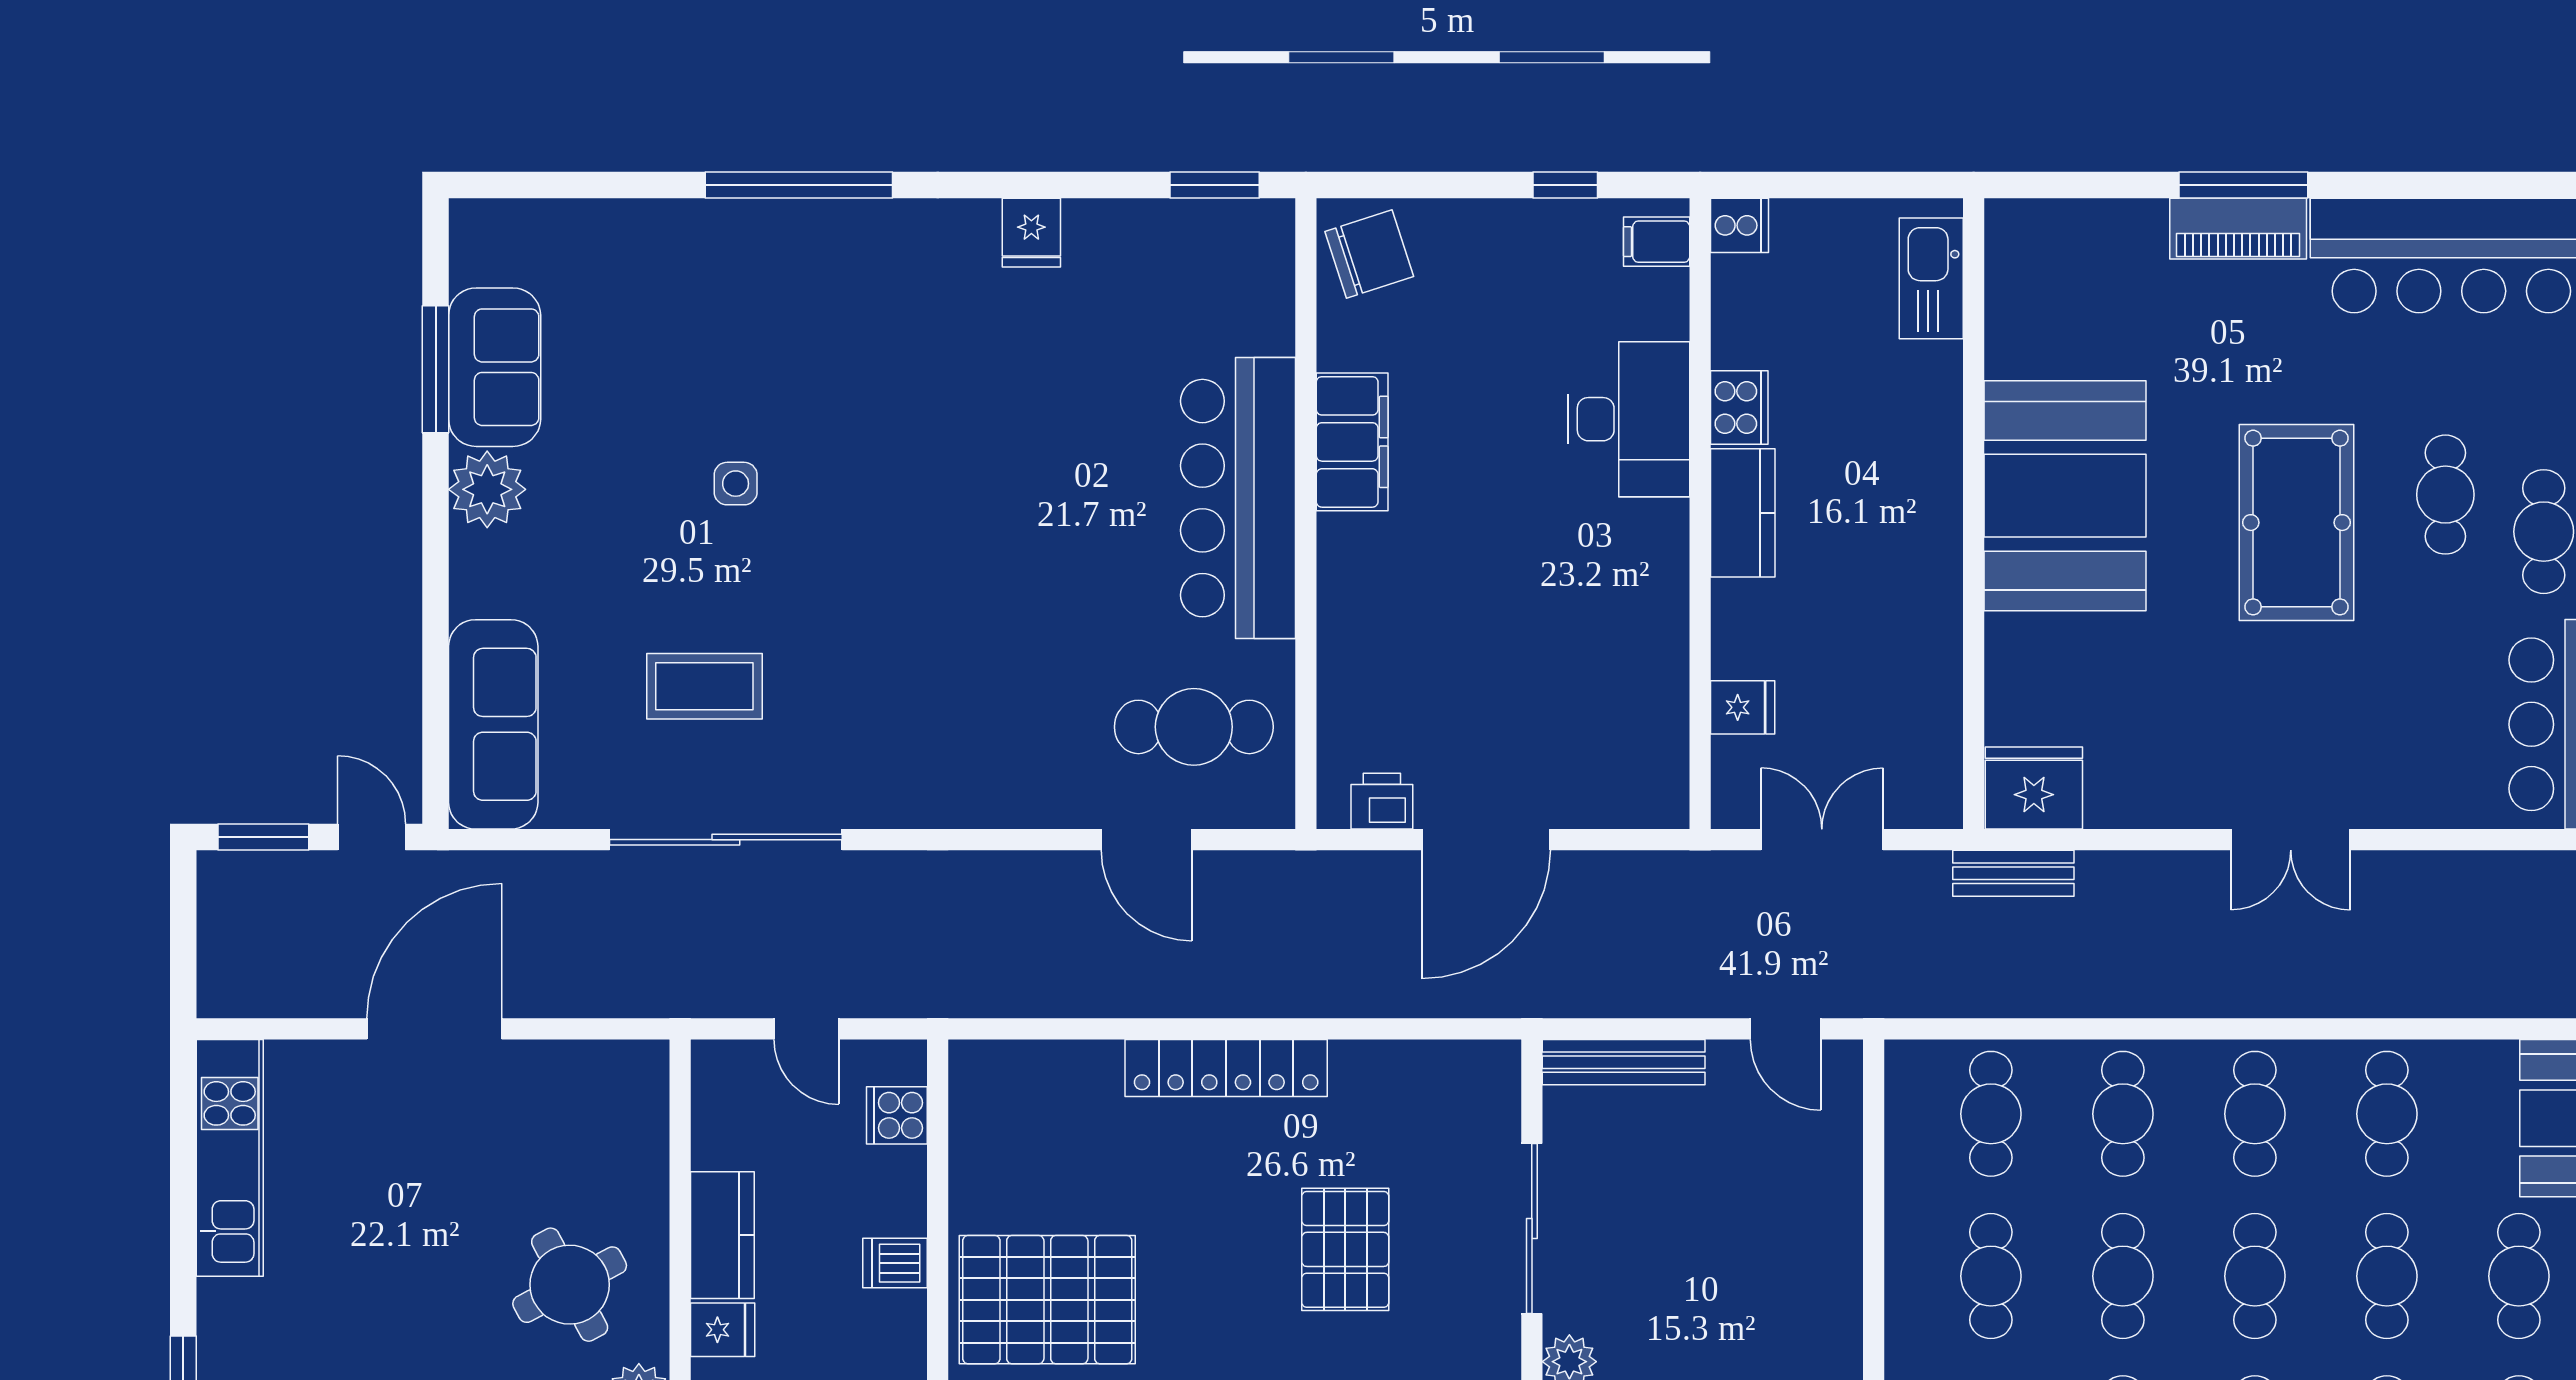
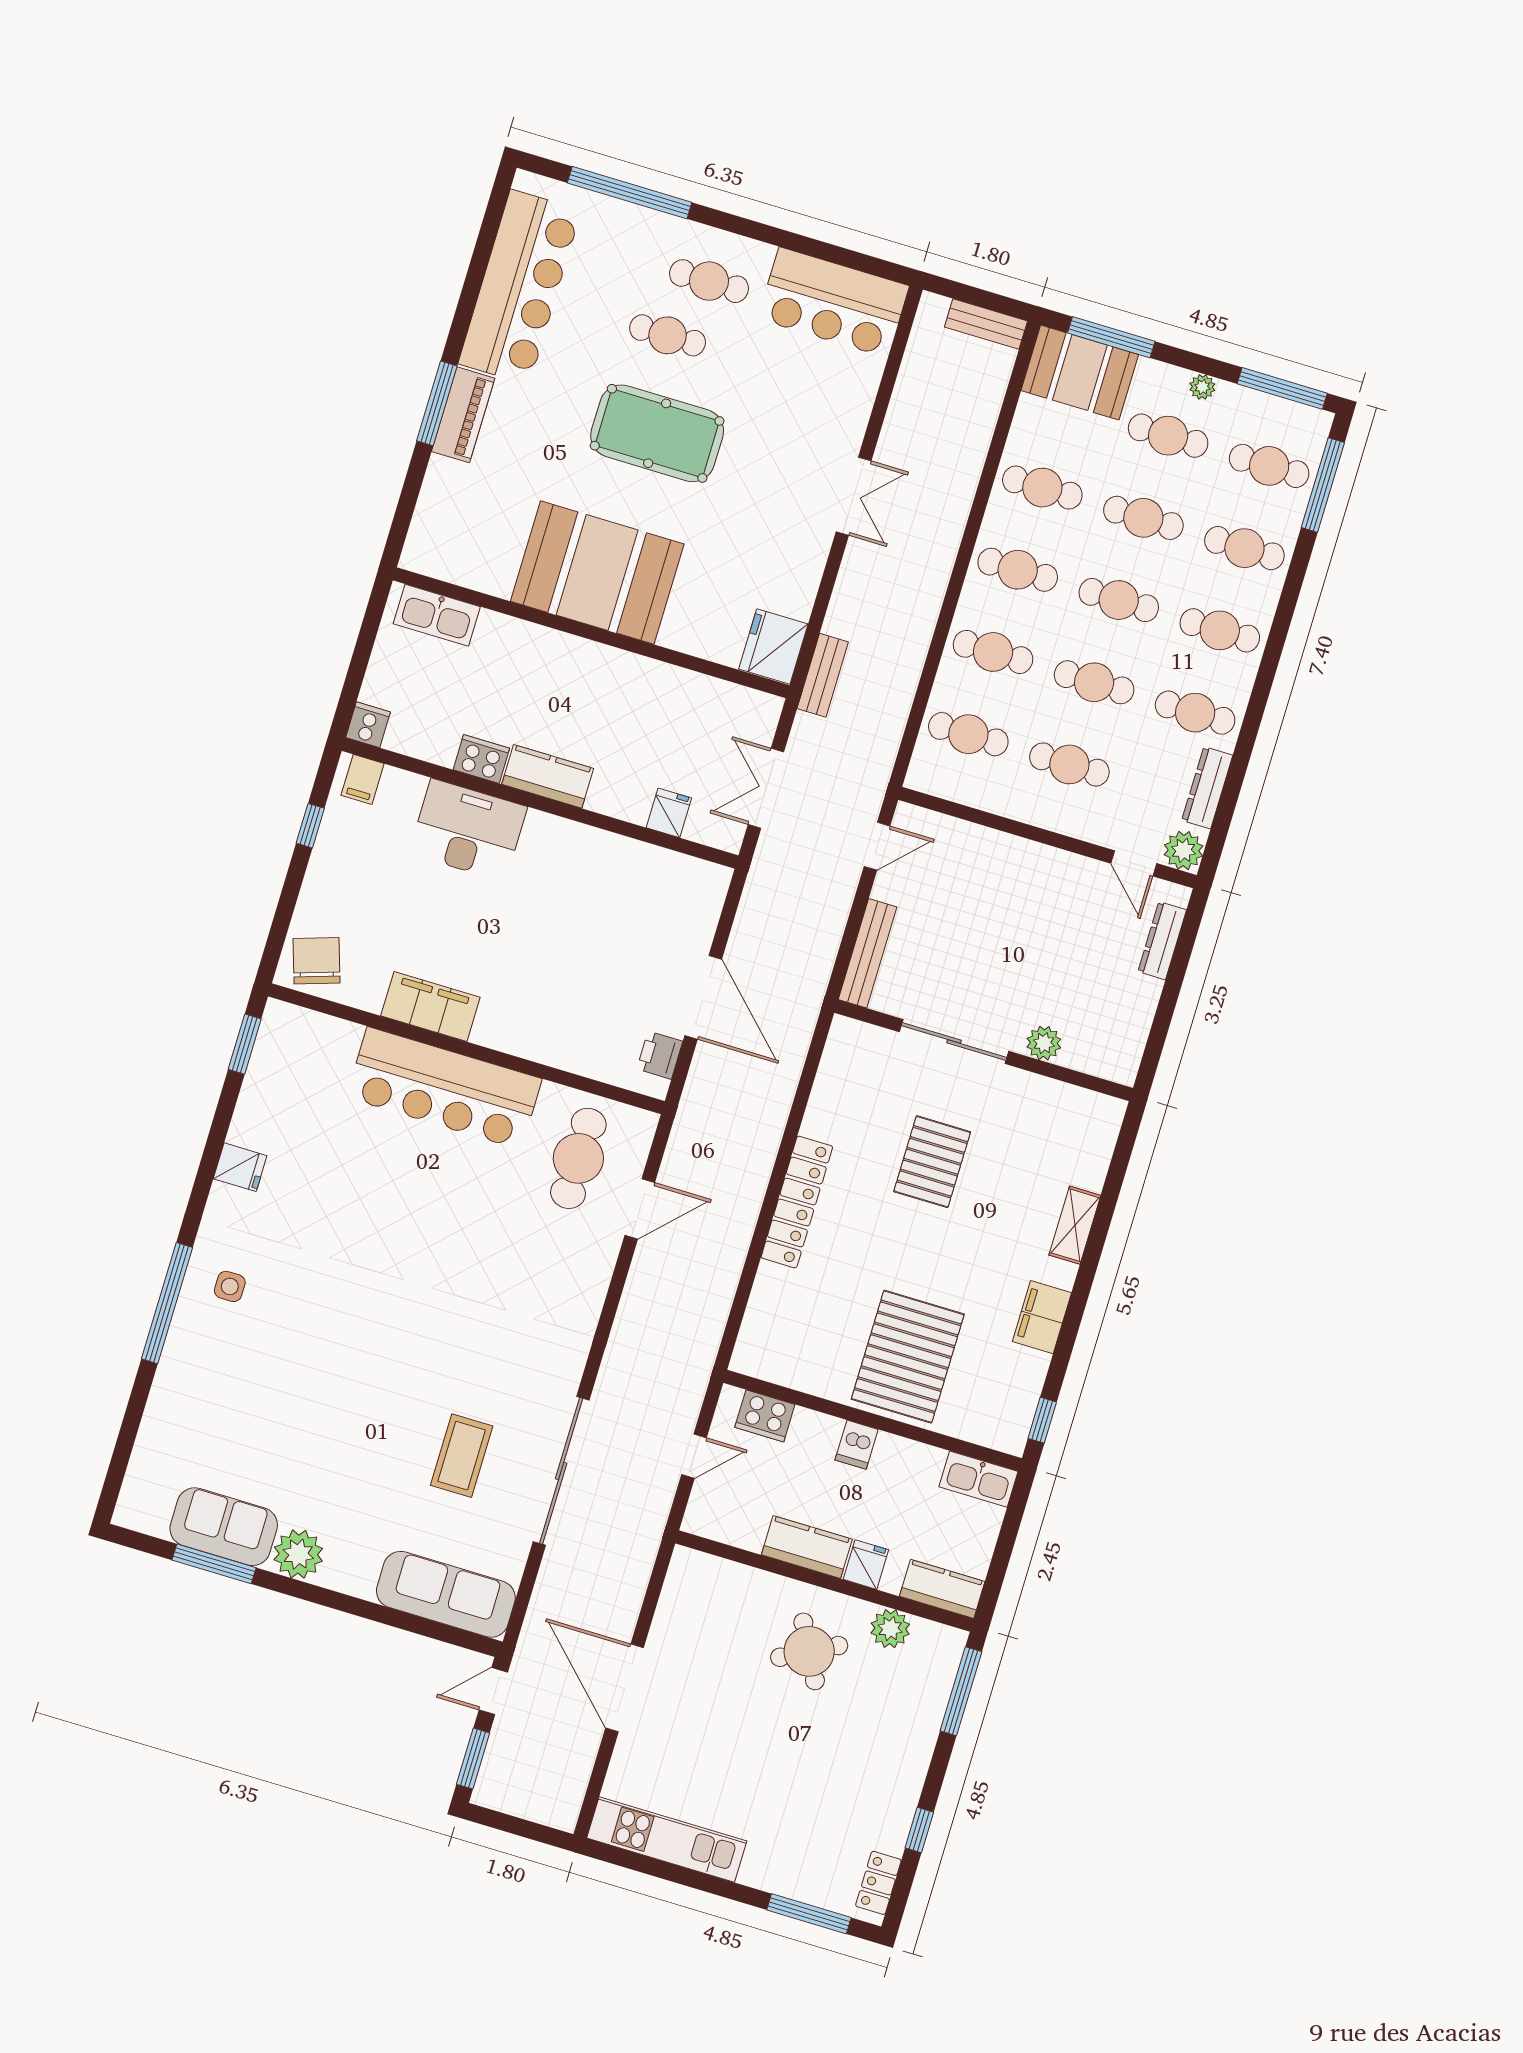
side table: (736, 484) -> (230, 1286), moved
cooker: (897, 1115) -> (765, 1416), width x1.36
pallet: (1345, 1249) -> (932, 1162), turned 90

